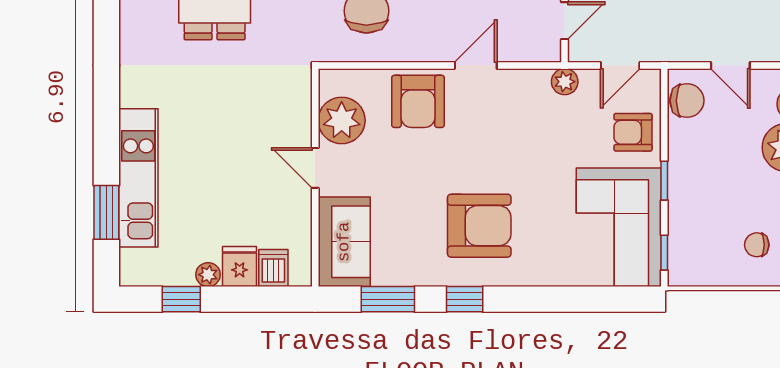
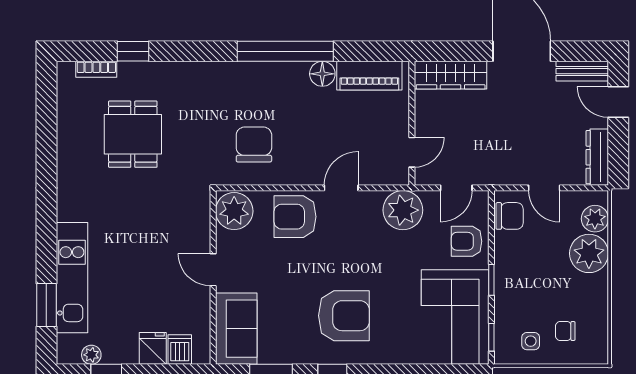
plant: (565, 82) -> (403, 210), width x1.88, depth x1.88
armchair: (418, 101) -> (295, 217), turned 90
plant: (342, 120) -> (234, 211), moved
side table: (713, 257) -> (531, 341), added
plant: (208, 275) -> (91, 355), moved

